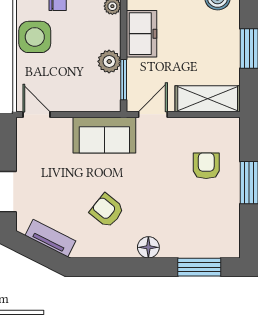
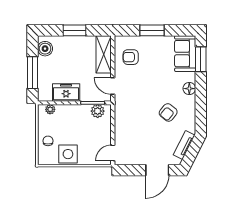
plant: (109, 61) -> (98, 111), moved
sofa: (104, 135) -> (185, 54), moved, turned 180
armchair: (206, 166) -> (131, 57), moved

